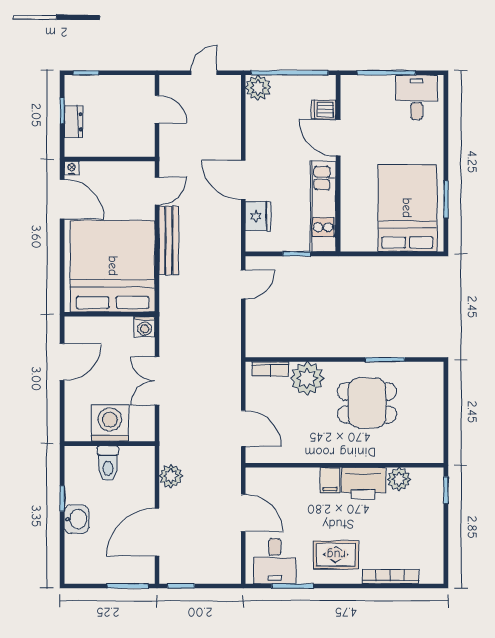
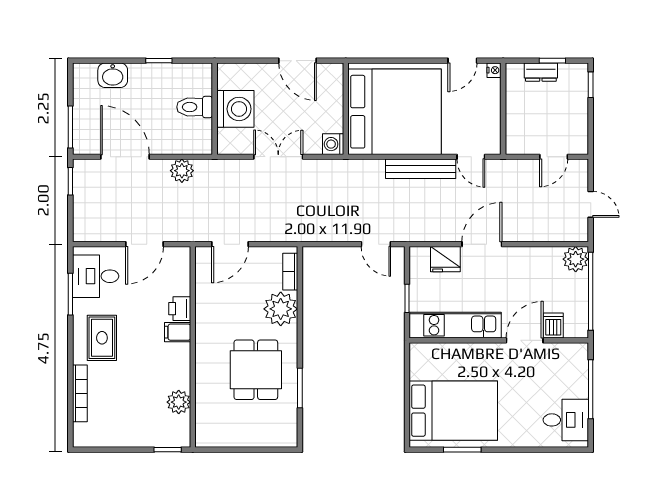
door: (62, 199) -> (462, 61), width x0.73
printer: (363, 483) -> (180, 309), moved, width x0.53, depth x0.68
washbasin: (77, 519) -> (113, 75), moved

